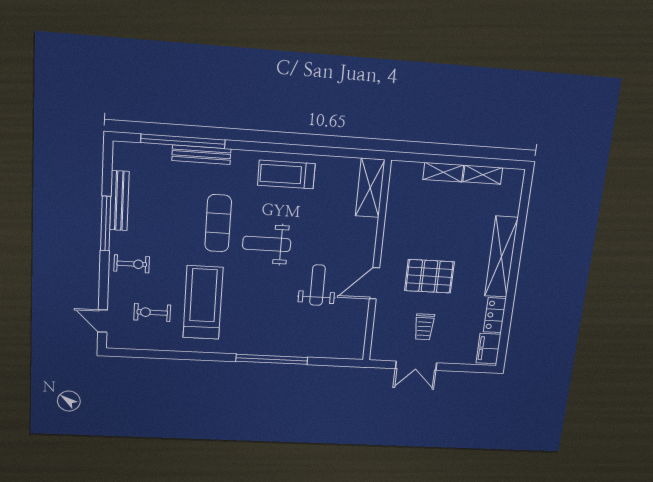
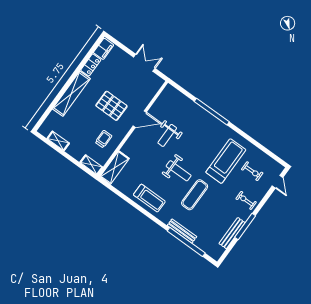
shelving: (443, 172) -> (91, 165), moved
treadmill: (203, 303) -> (226, 161), turned 180
trolley: (424, 327) -> (104, 139), moved

